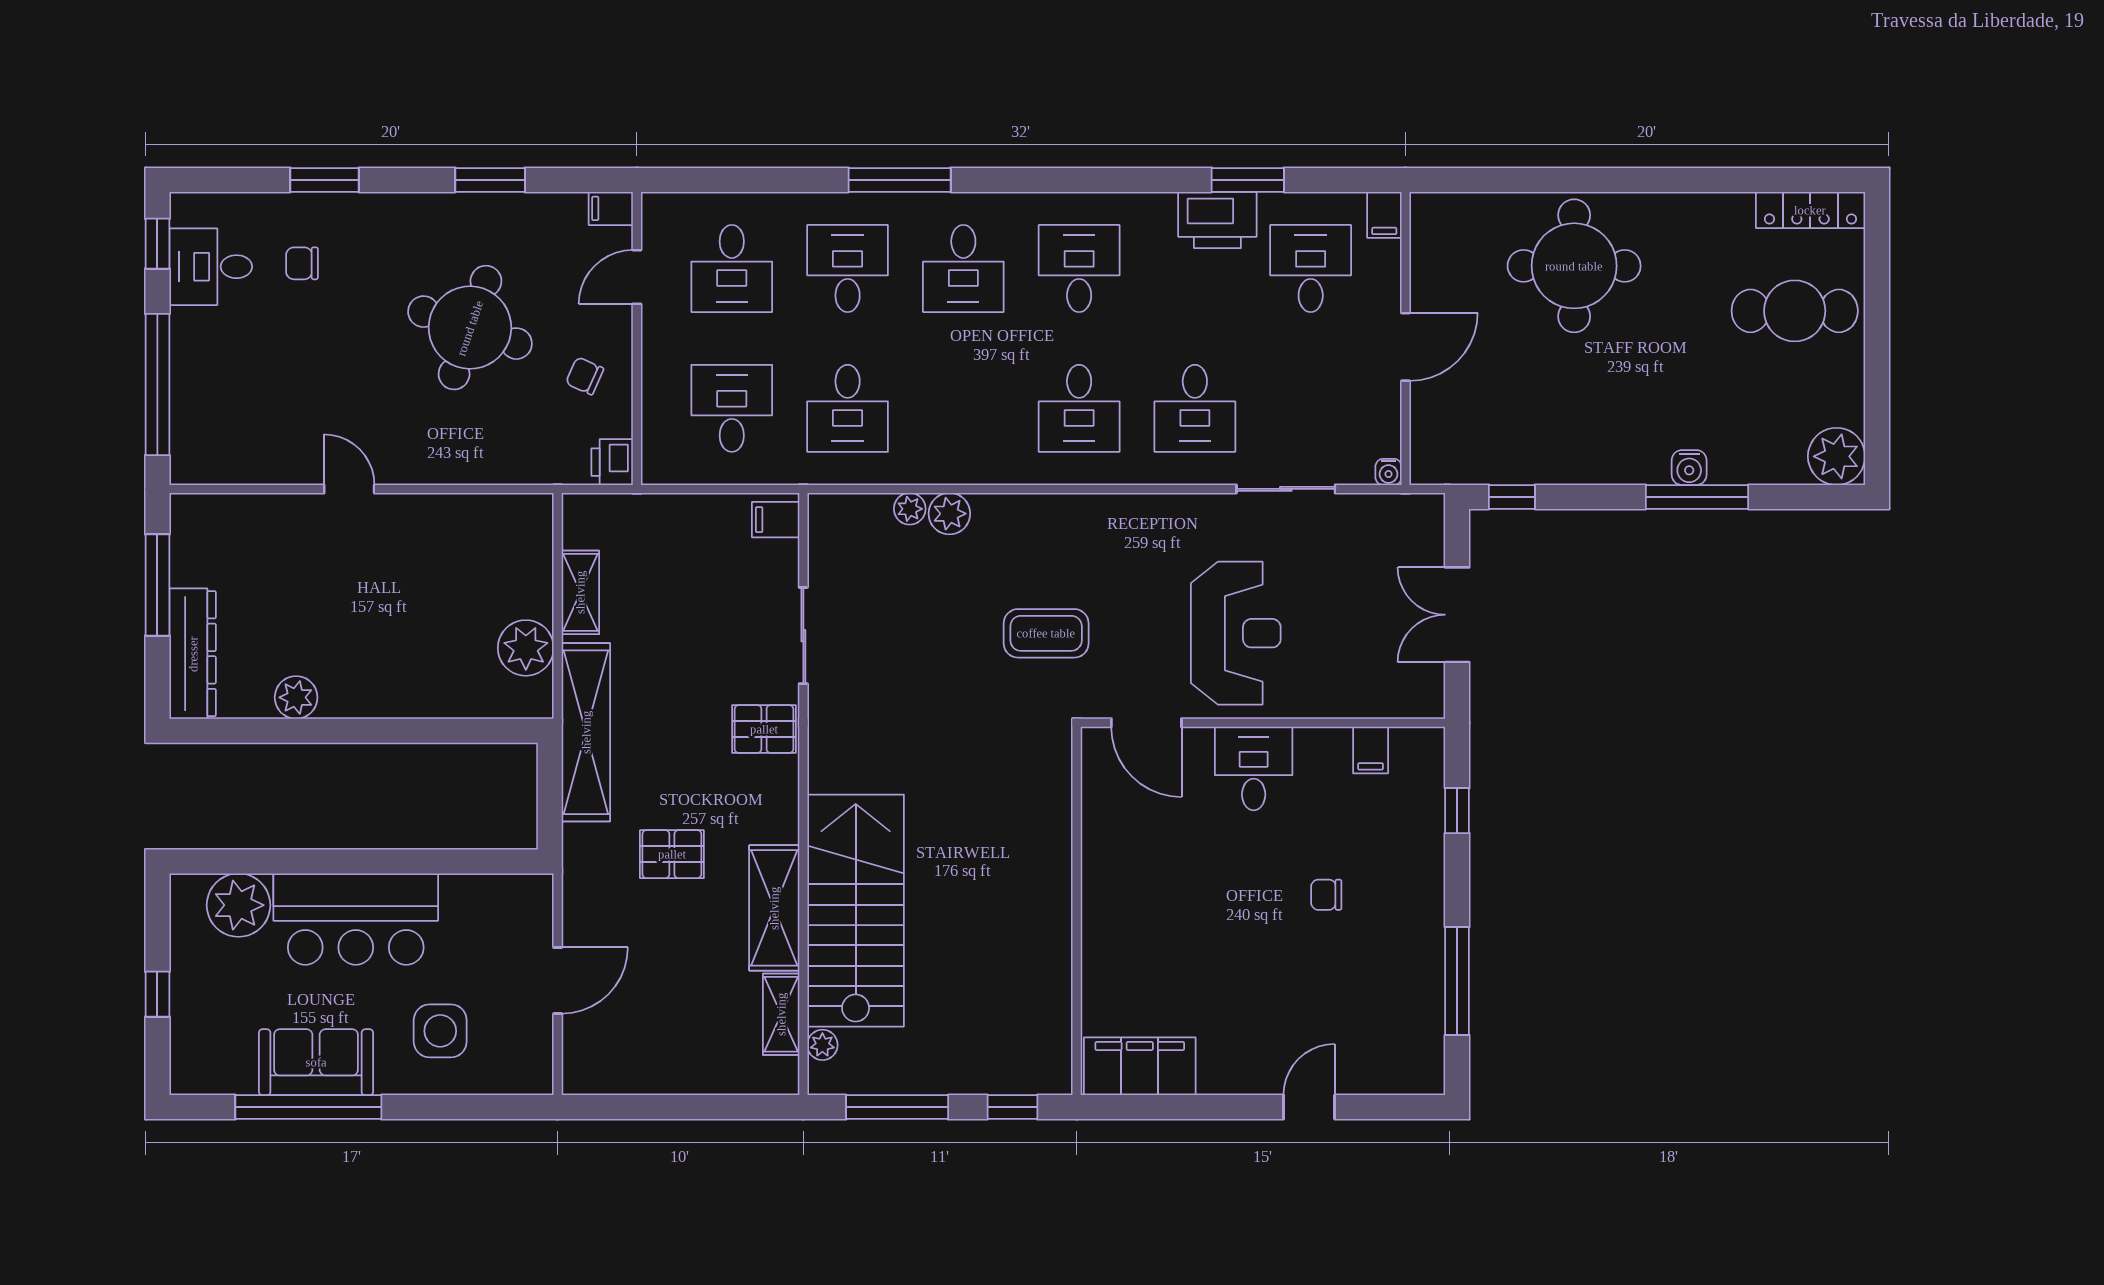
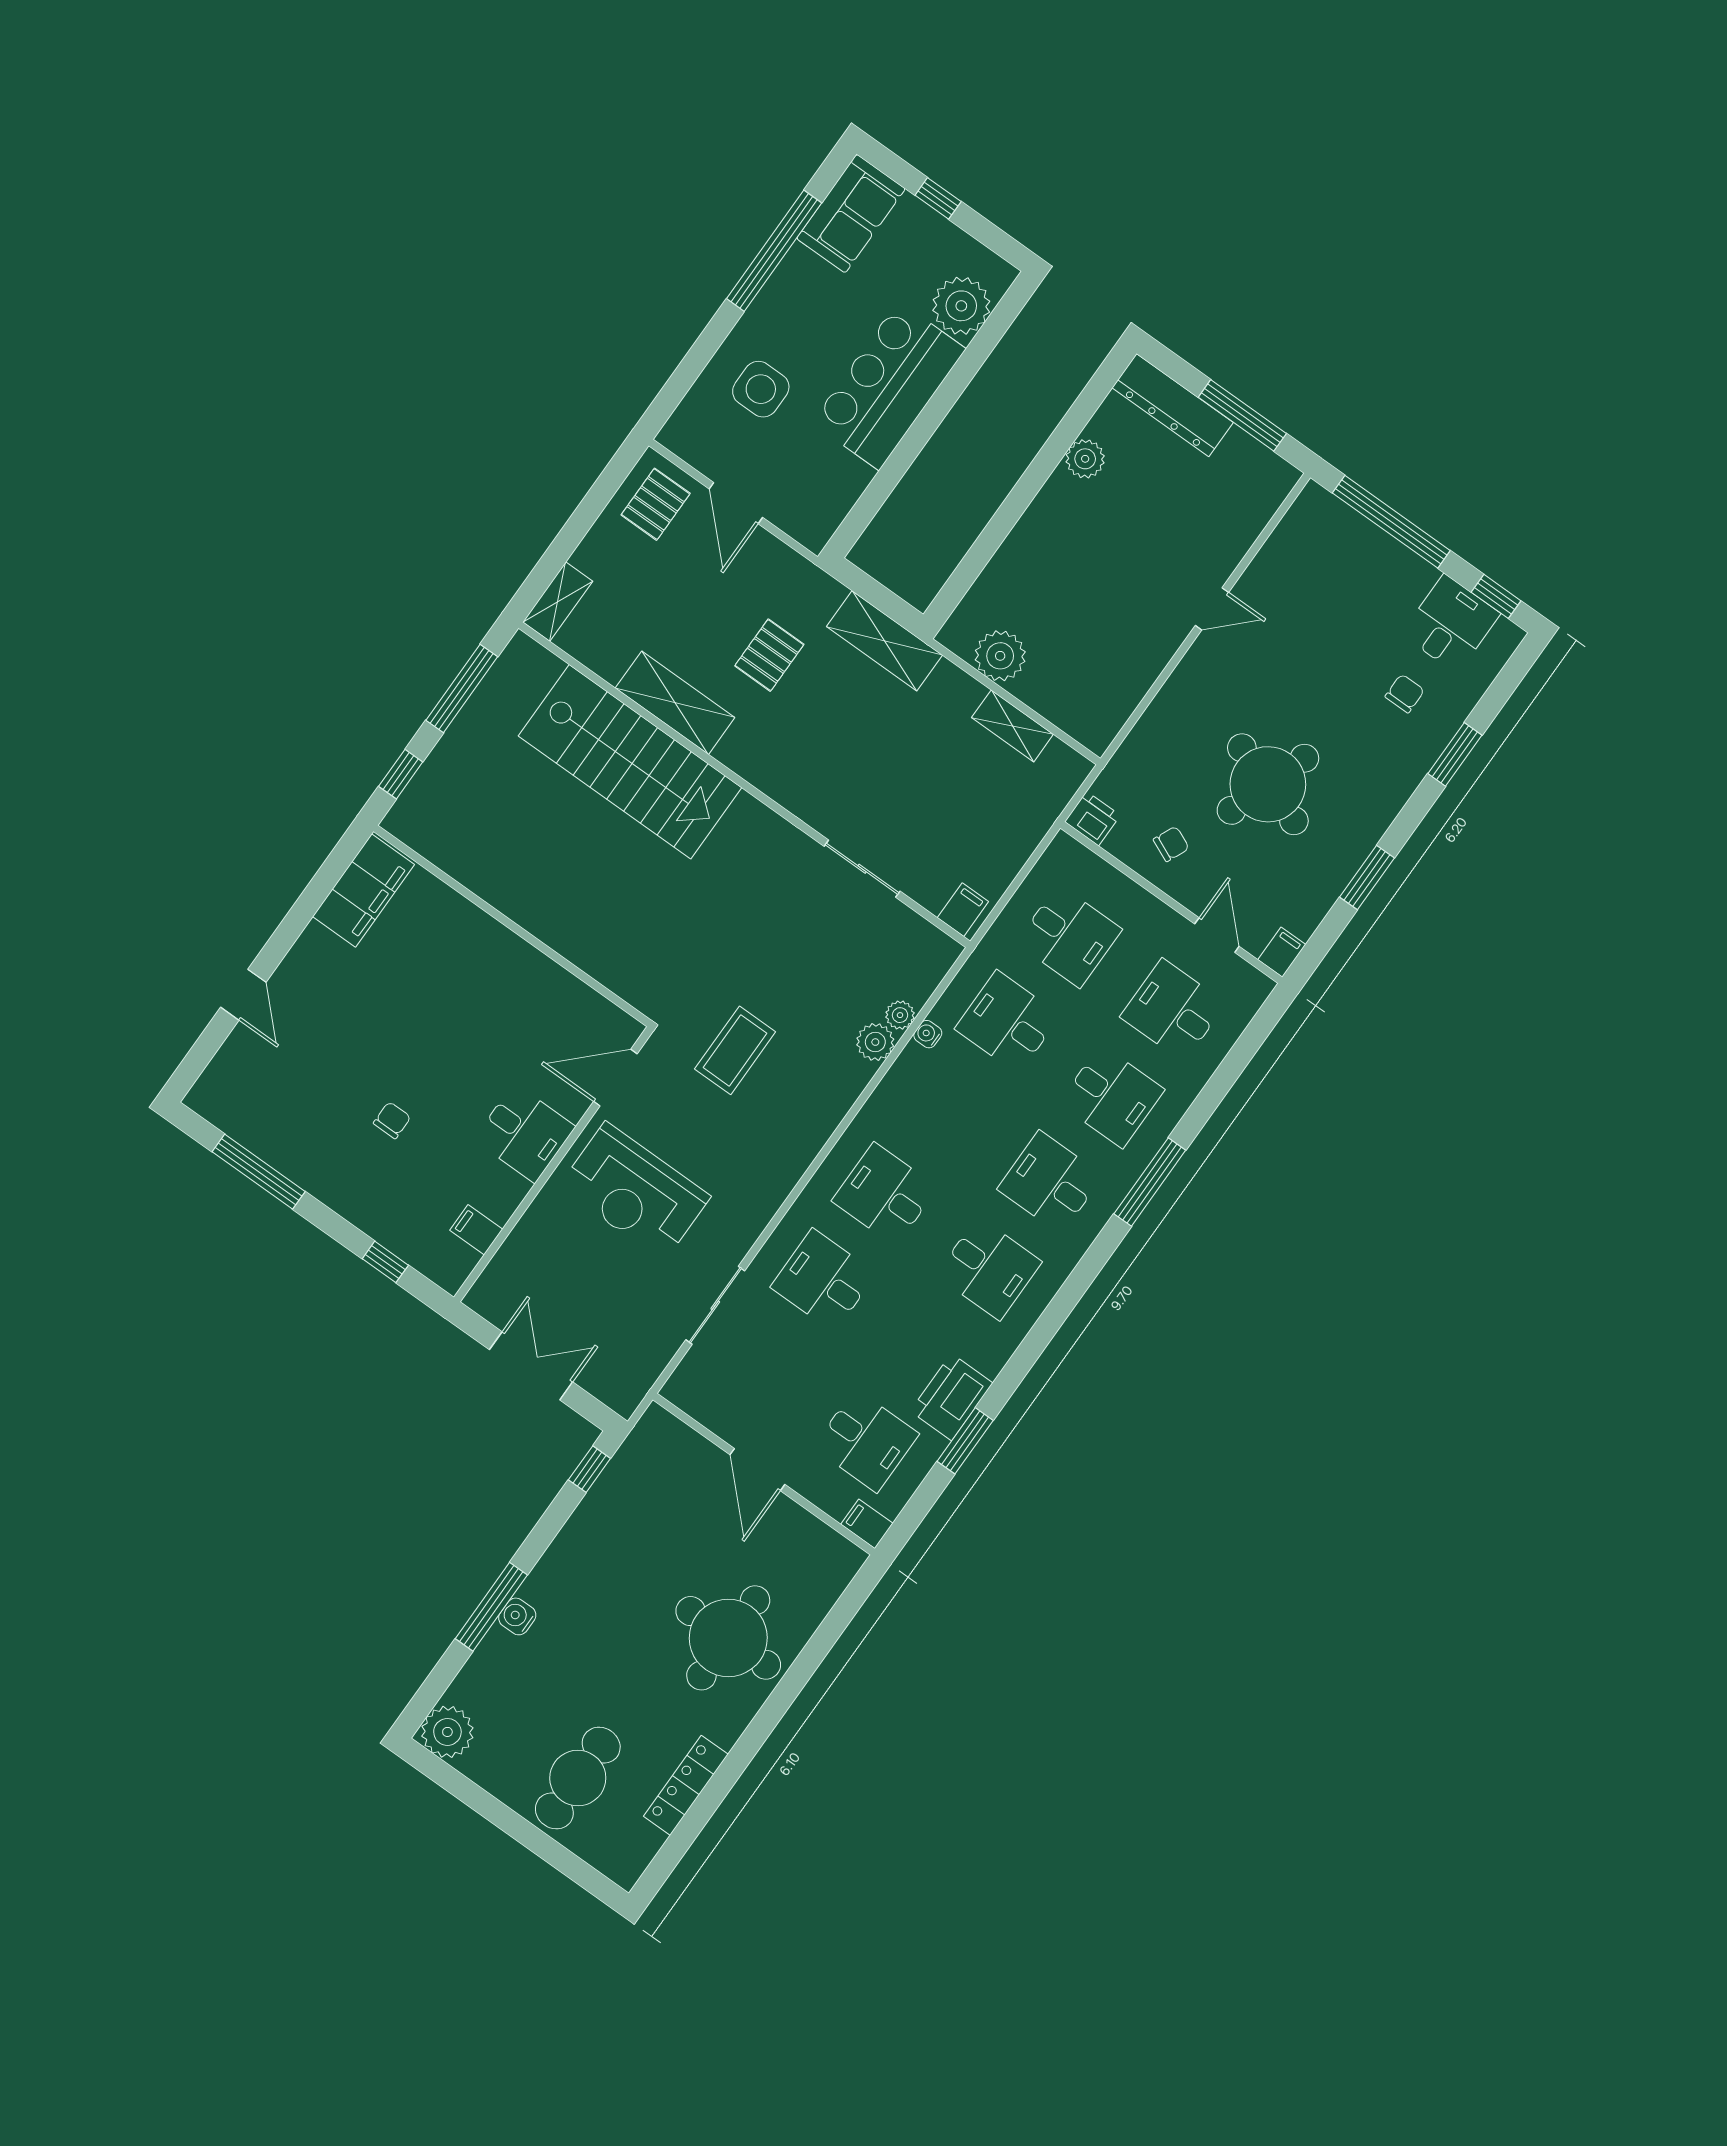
locker: (1810, 210) -> (686, 1785), moved
water cooler: (1388, 472) -> (928, 1034), moved
pallet: (764, 729) -> (656, 504), moved
shelving: (586, 732) -> (884, 641), width x0.68
shelving: (781, 1014) -> (558, 602), moved, turned 90
plant: (822, 1045) -> (548, 666), removed
sofa: (316, 1062) -> (851, 214), moved

